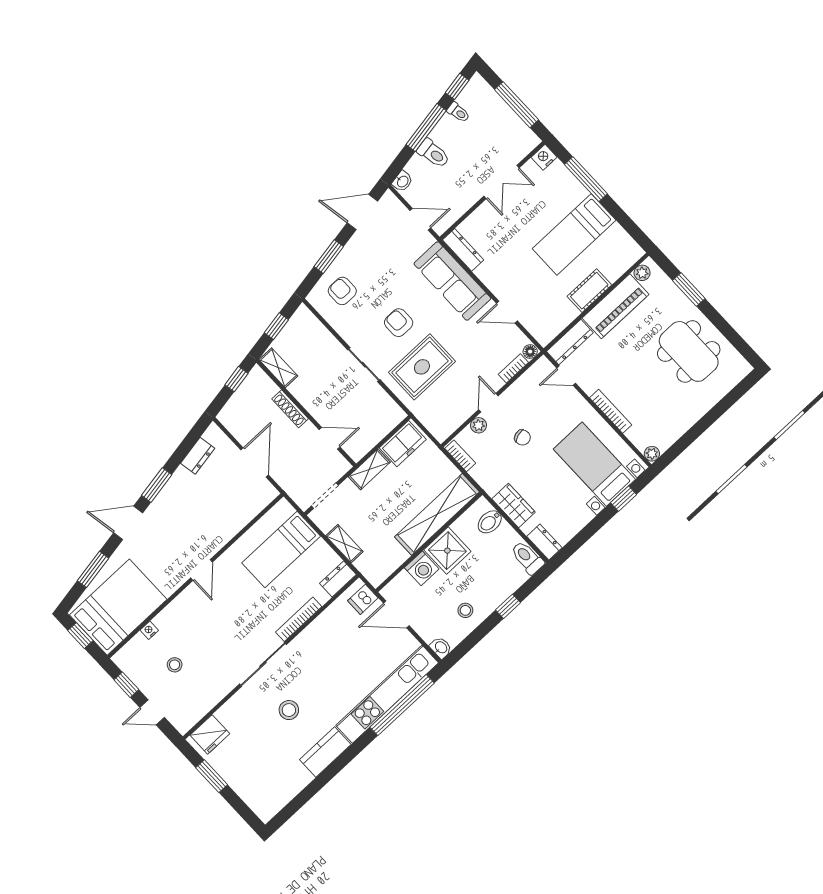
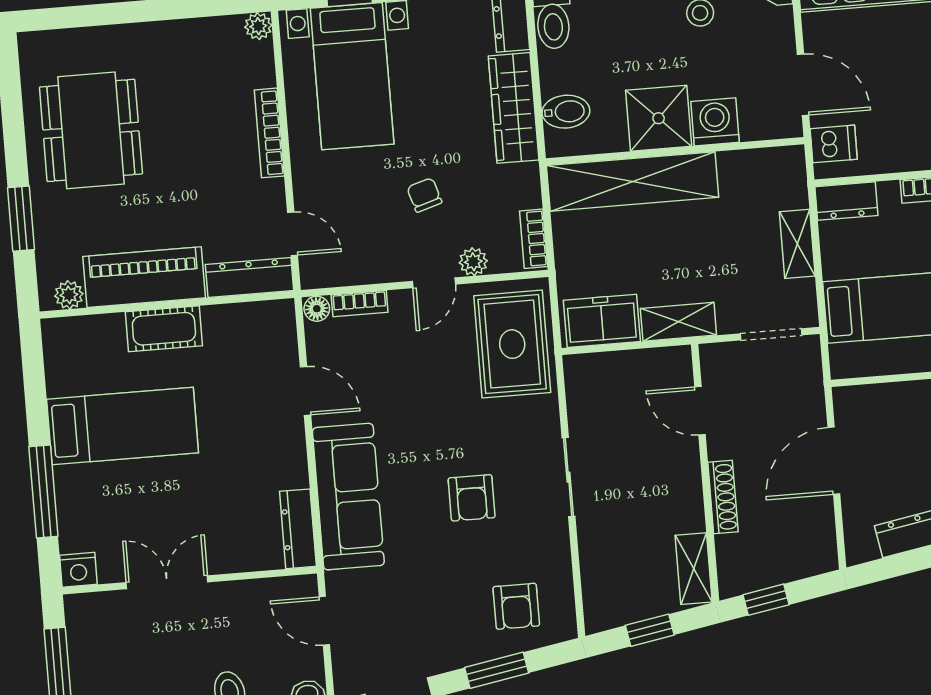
rug: (422, 367) -> (512, 344), moved, turned 90
wardrobe: (514, 506) -> (514, 108), width x1.50

